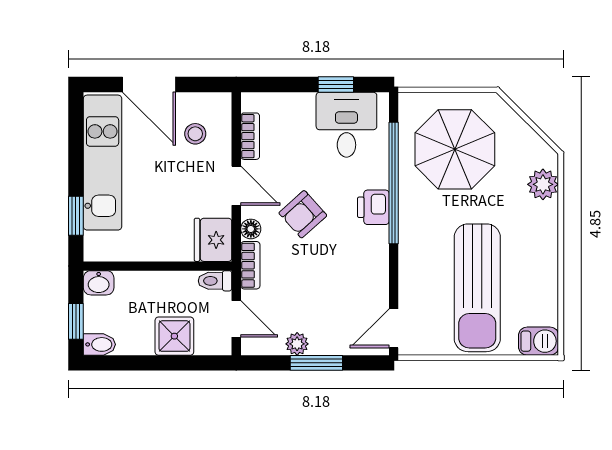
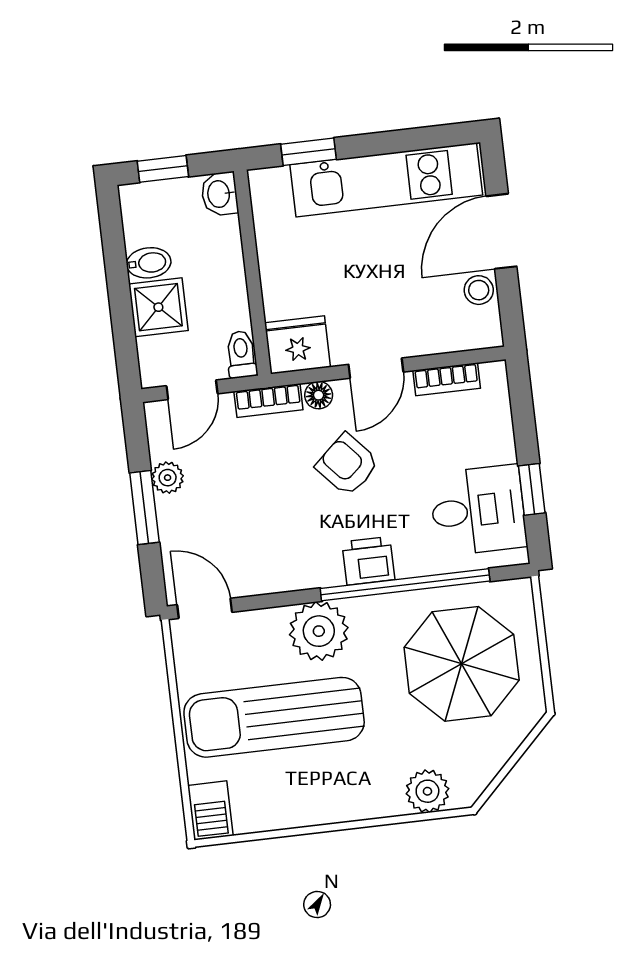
stool: (195, 134) -> (479, 290), moved
plant: (419, 249) -> (319, 631), added
bidet: (99, 344) -> (149, 263), moved, turned -90

